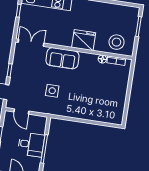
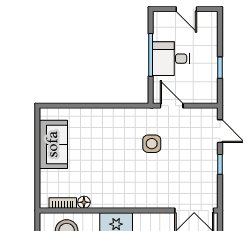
sofa: (63, 58) -> (53, 144), moved, turned 90
door: (21, 112) -> (172, 106), moved

